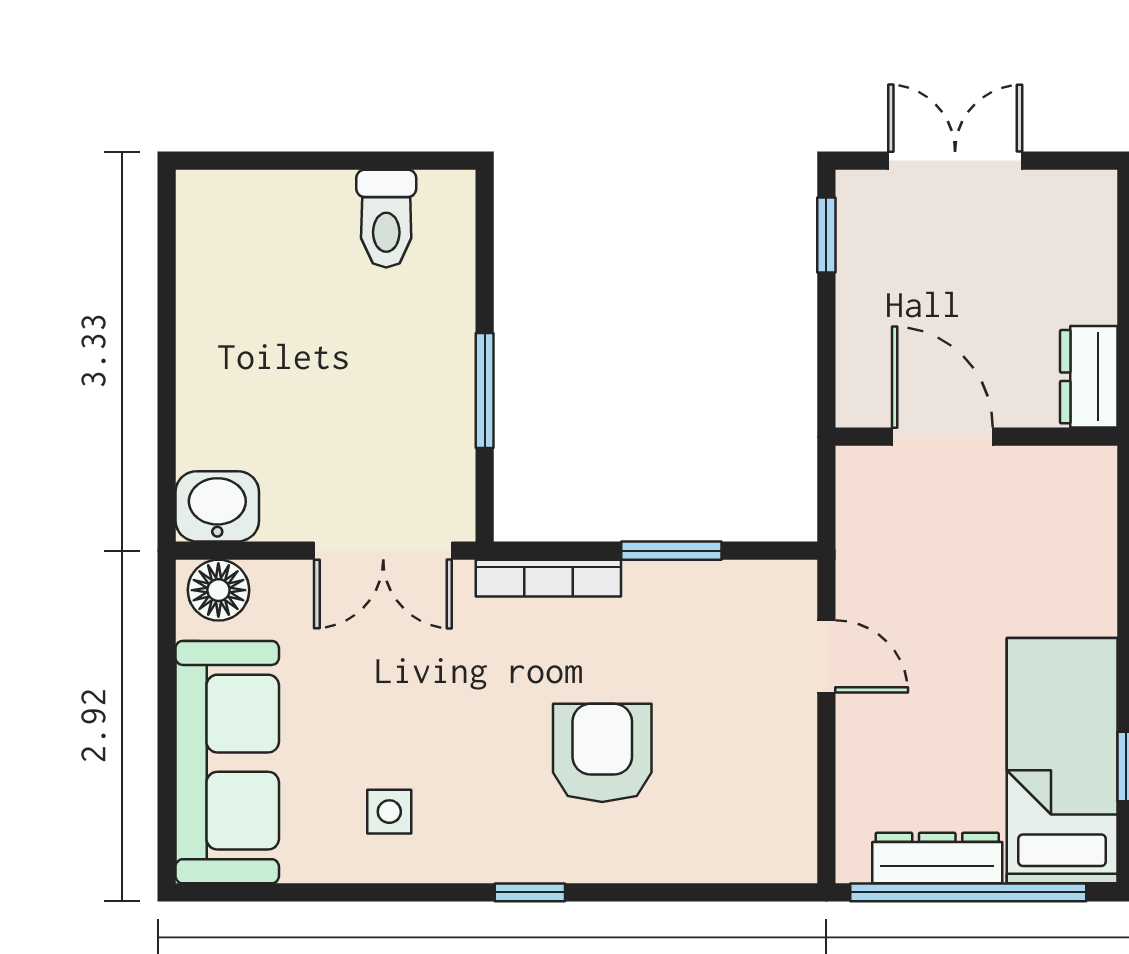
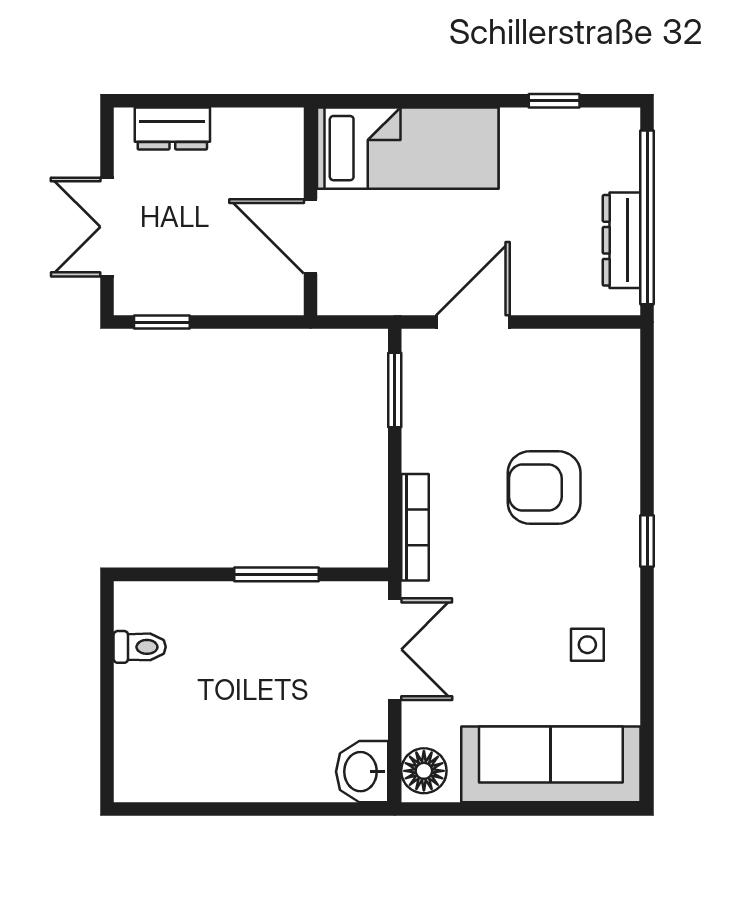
toilet: (386, 219) -> (140, 647), width x0.73, depth x0.72
dresser: (1089, 377) -> (172, 128), moved
door: (942, 437) -> (311, 236), hinge flipped
window: (671, 551) -> (395, 390), moved
door: (826, 656) -> (473, 322), width x1.38
bed: (1062, 761) -> (408, 148), moved, turned 180

